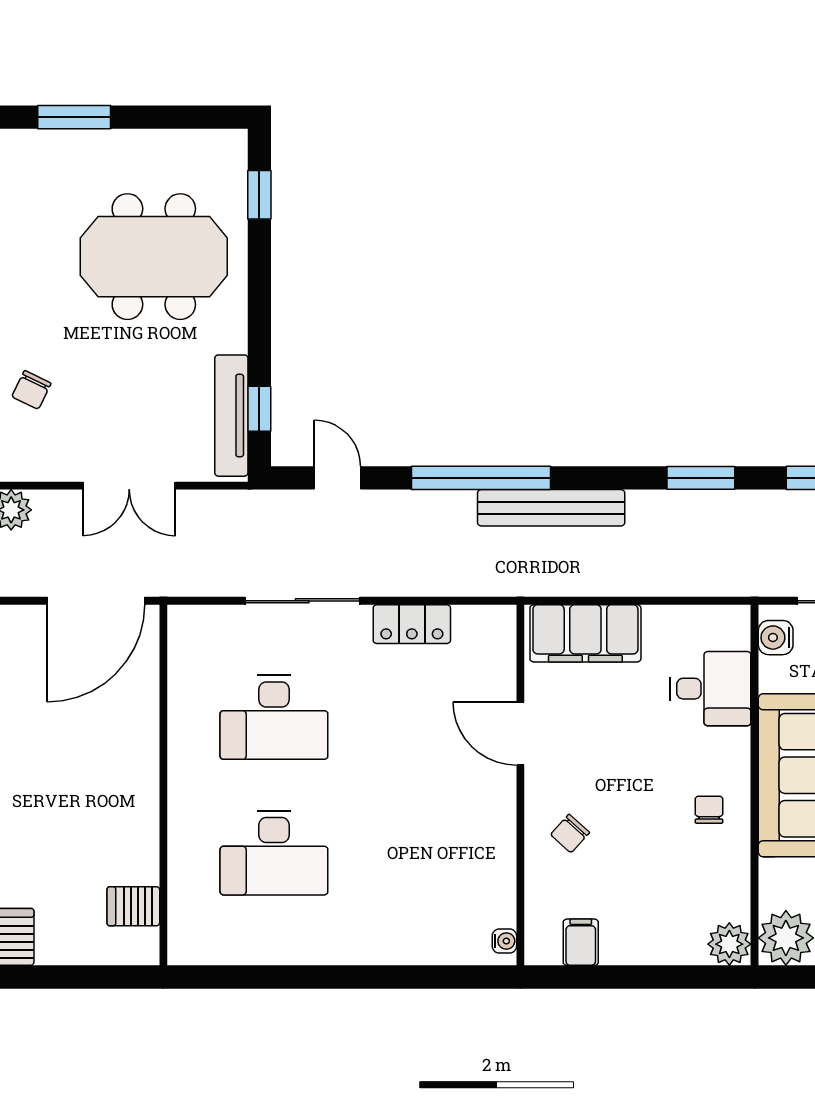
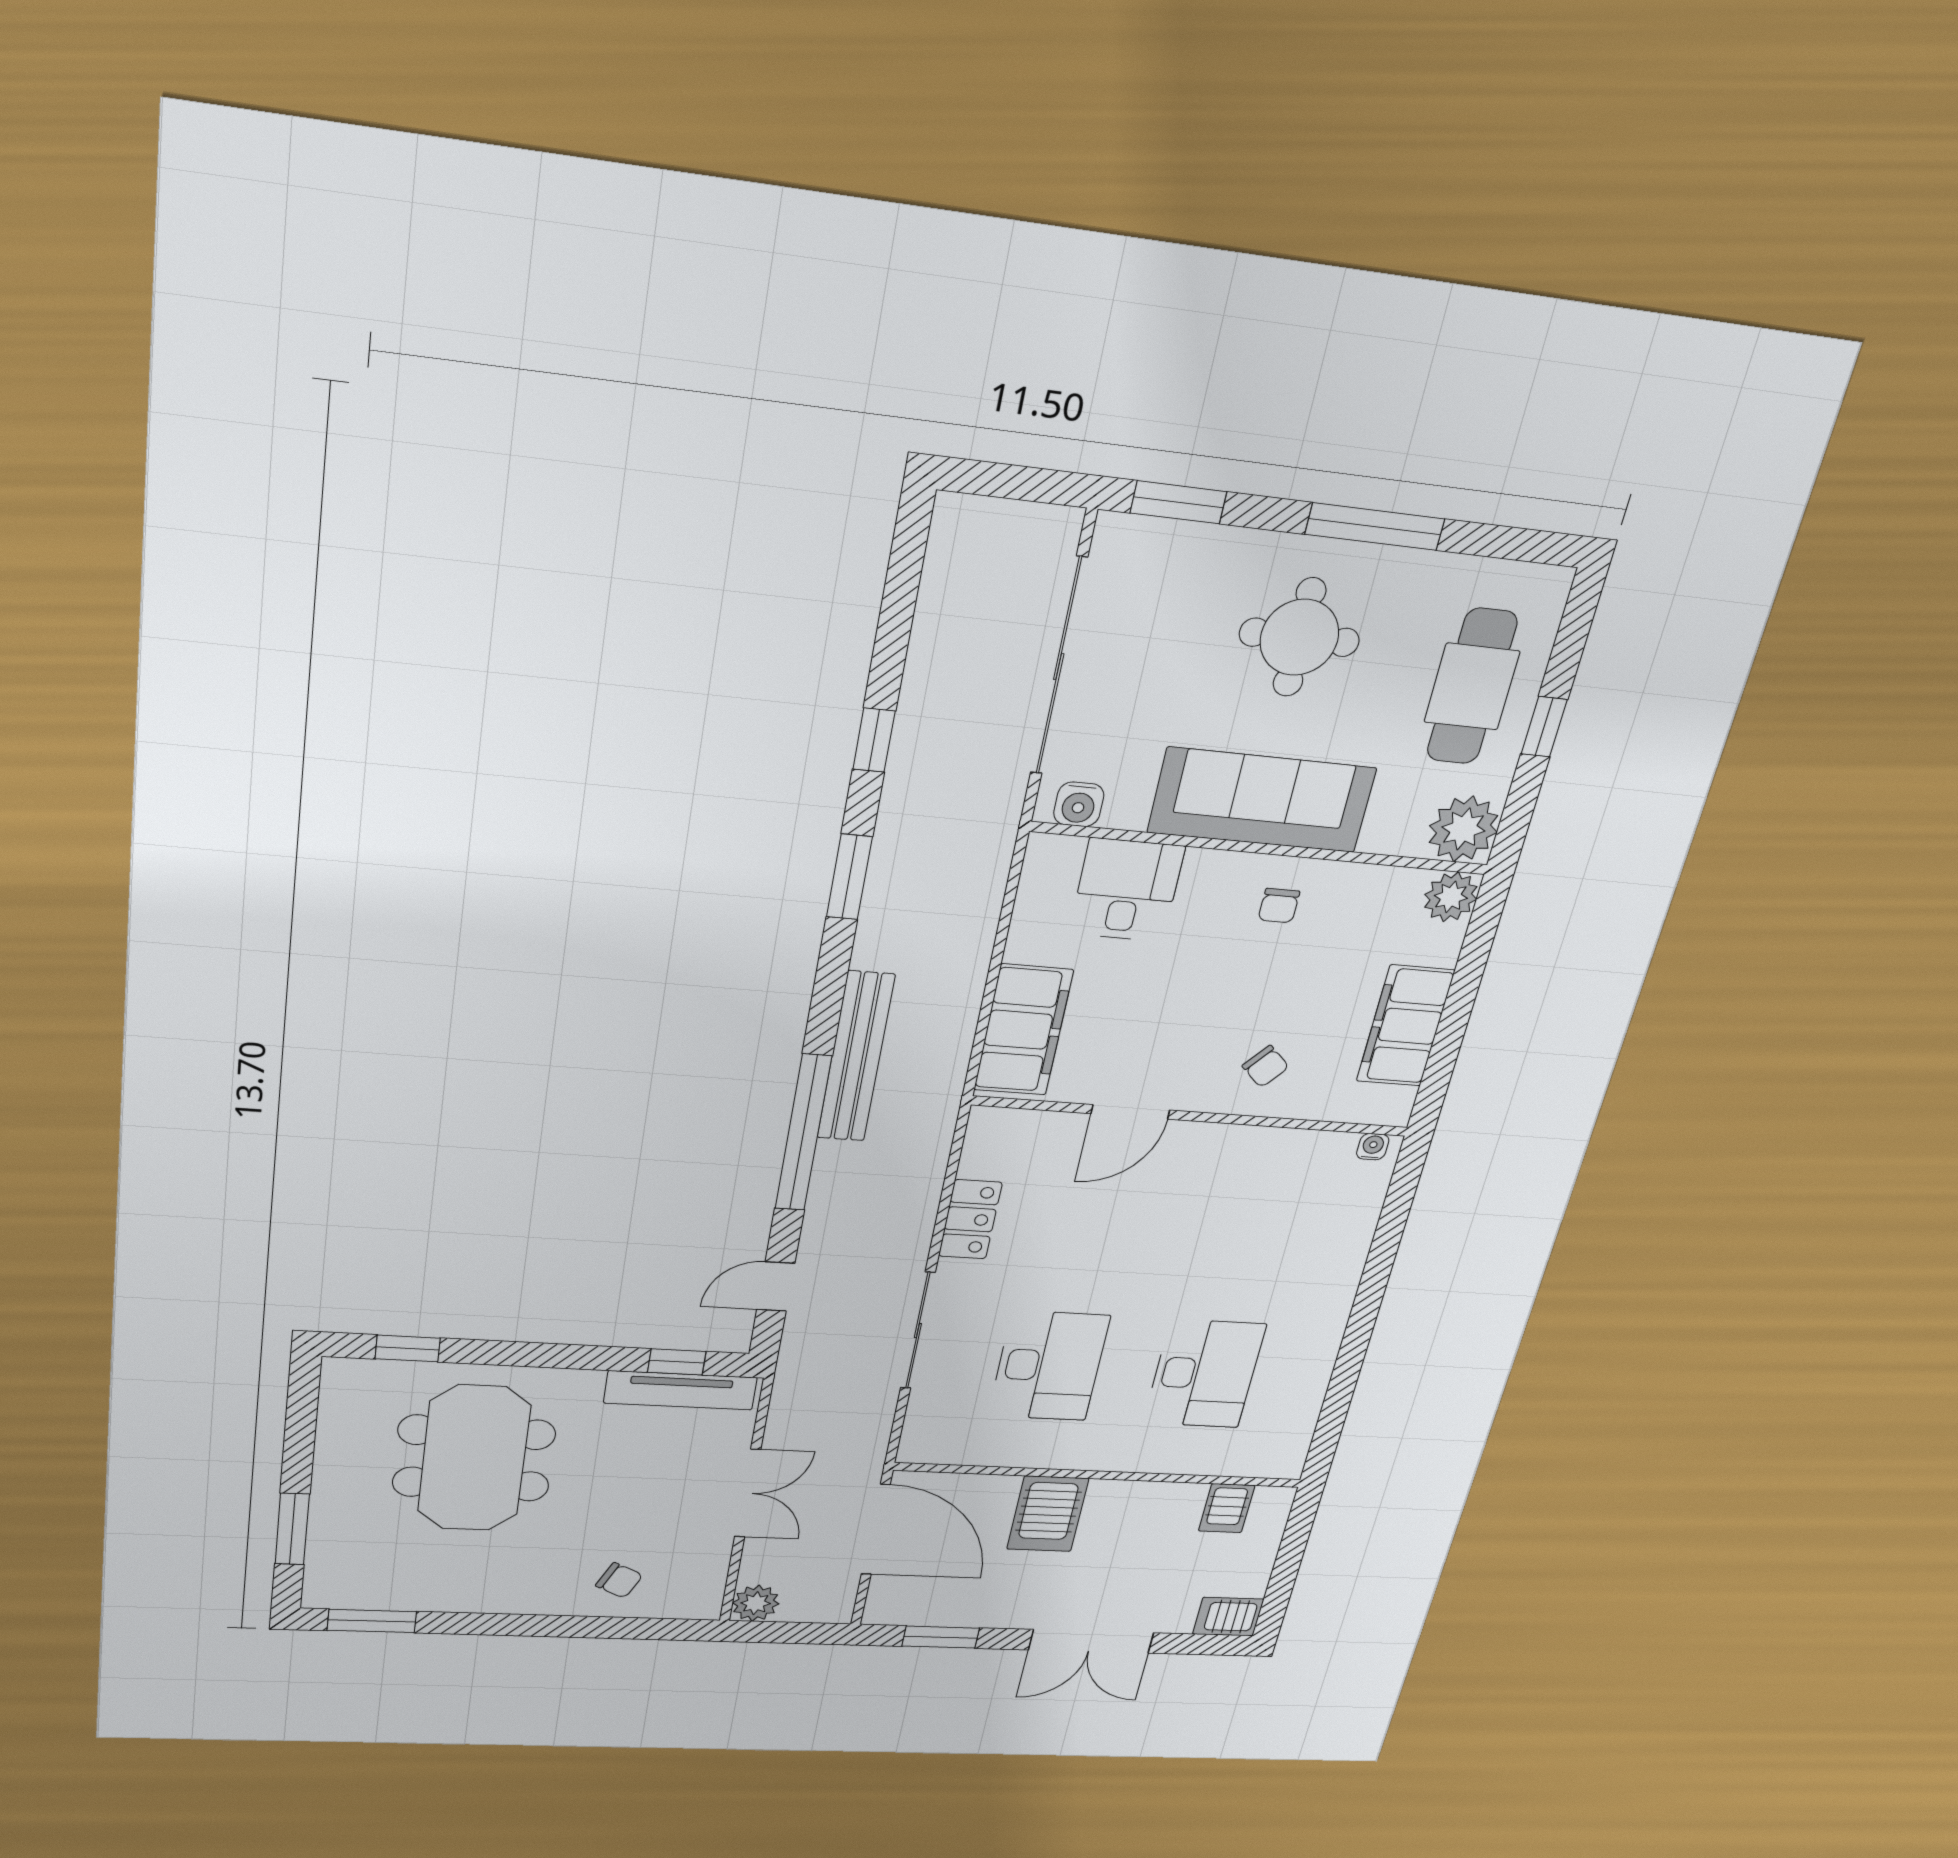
server rack: (120, 748) -> (1048, 1514), added
chair: (709, 810) -> (1279, 906), turned -90
filing cabinet: (581, 942) -> (1405, 1026), width x3.00, depth x1.17

